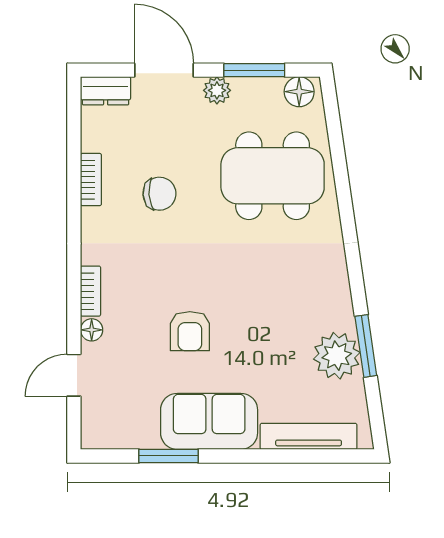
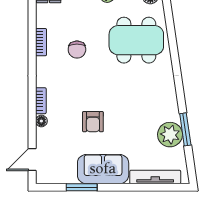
chair: (159, 194) -> (77, 50), turned 94
door: (74, 375) -> (32, 160), moved

